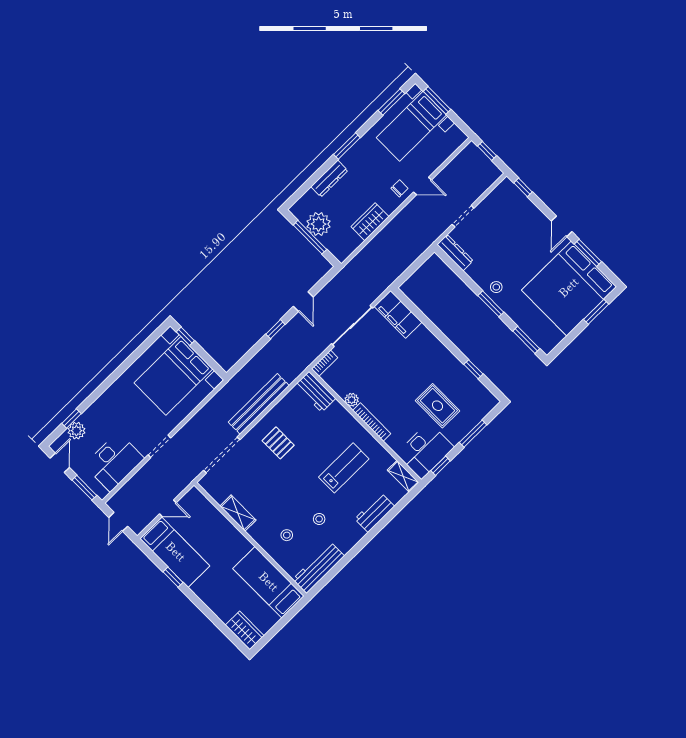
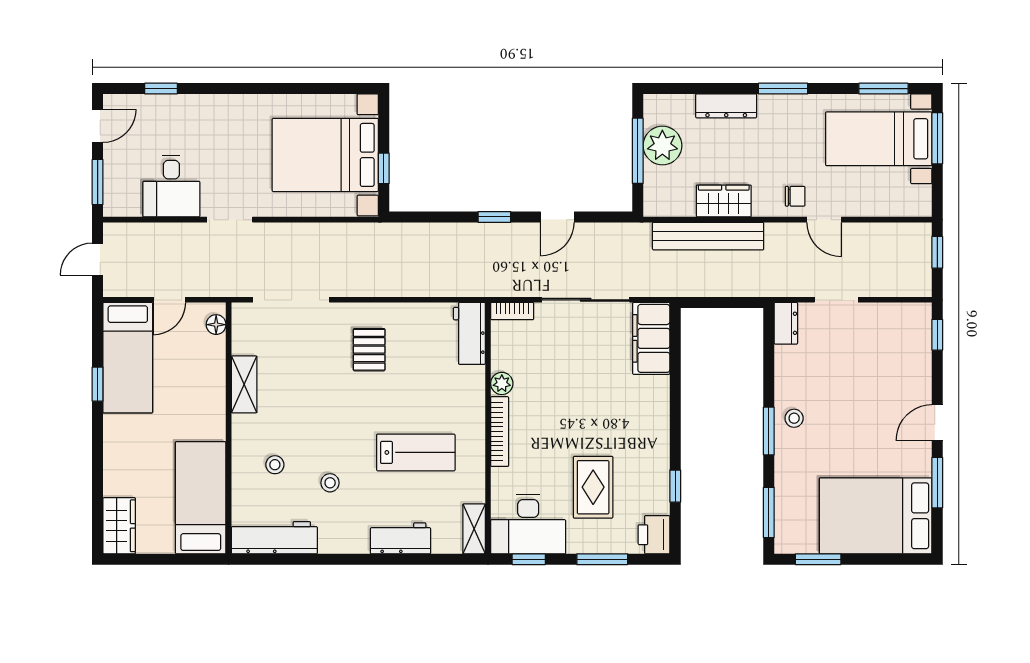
dresser: (455, 253) -> (786, 323), width x0.70
bed: (569, 288) -> (876, 516), width x0.73
window: (596, 312) -> (818, 559), moved
window: (185, 336) -> (384, 168), moved
printer: (485, 400) -> (654, 535), added
bench: (259, 404) -> (708, 236), moved
plant: (76, 431) -> (153, 108), removed
desk: (114, 462) -> (171, 186), width x0.73
floor lamp: (199, 499) -> (216, 325), added
door: (168, 508) -> (169, 300), hinge flipped

